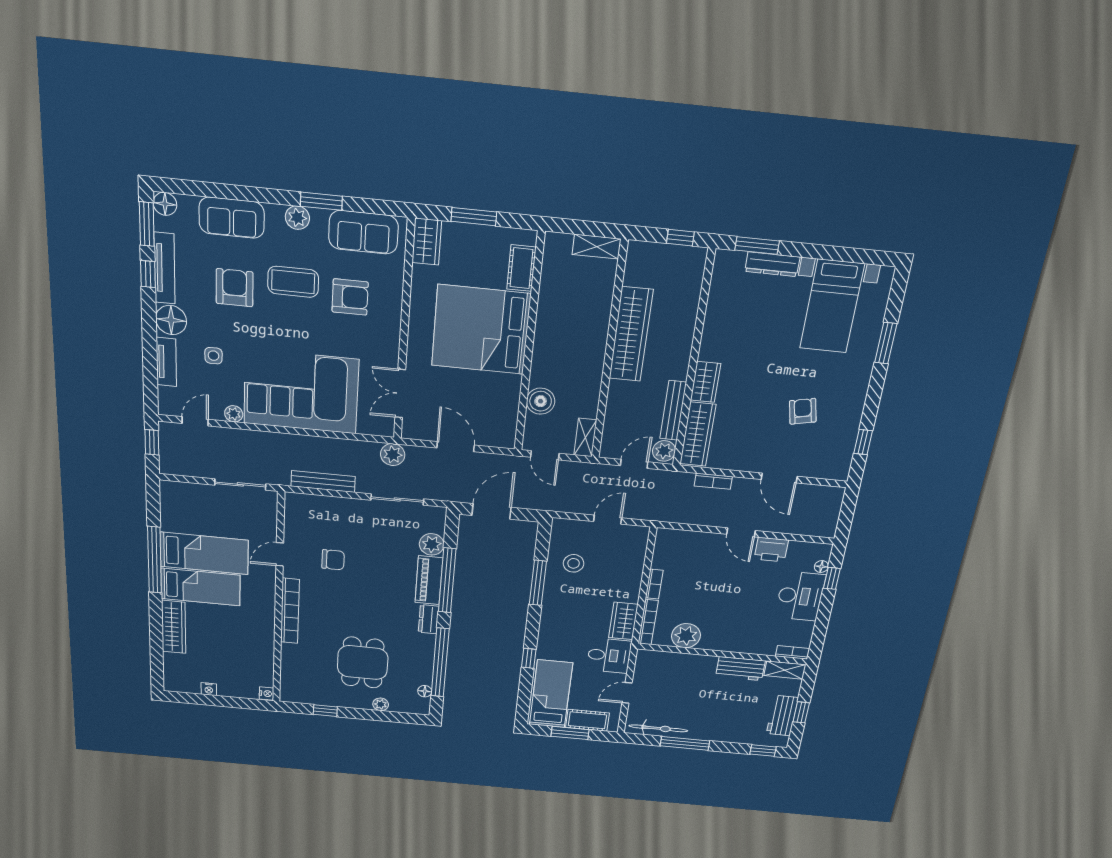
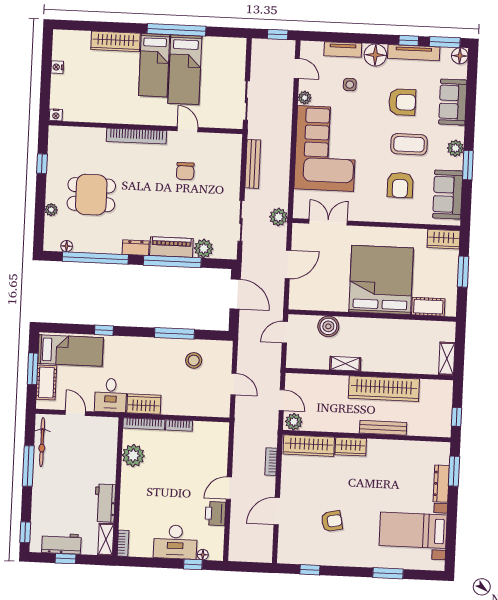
coffee table: (293, 282) -> (409, 144), turned 90
bench: (673, 410) -> (383, 428), moved
shelving: (585, 437) -> (345, 364), moved

